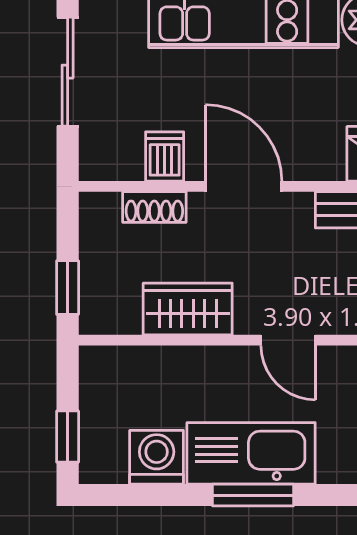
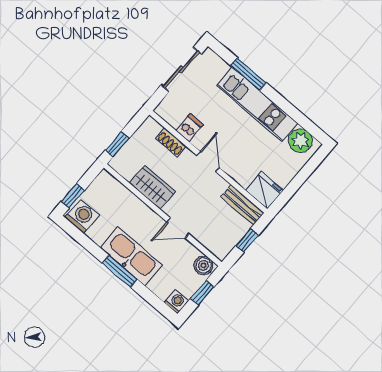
door: (244, 186) -> (208, 161), width x0.73
door: (288, 340) -> (178, 228), hinge flipped
washing machine: (157, 457) -> (82, 216), moved

